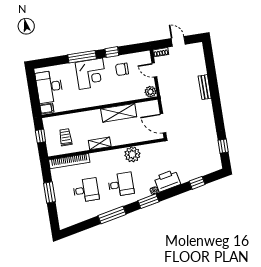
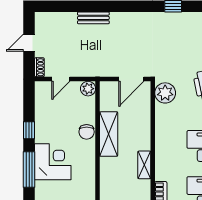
chair: (122, 69) -> (87, 132), moved
plant: (132, 154) -> (165, 93), moved

